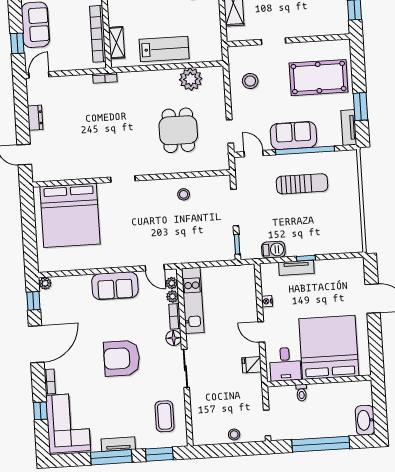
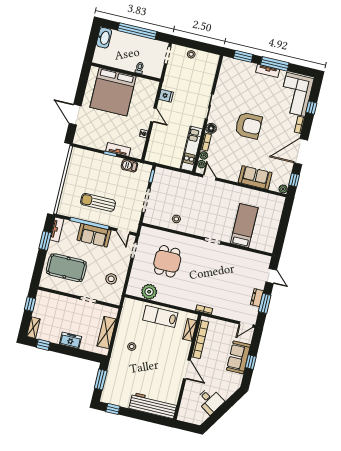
window: (17, 43) -> (251, 362), moved
window: (22, 113) -> (265, 303), added
bed: (70, 215) -> (244, 226), width x0.49
sofa: (115, 286) -> (255, 178), moved
desk: (285, 364) -> (144, 90), removed
coffee table: (165, 416) -> (232, 80), removed

